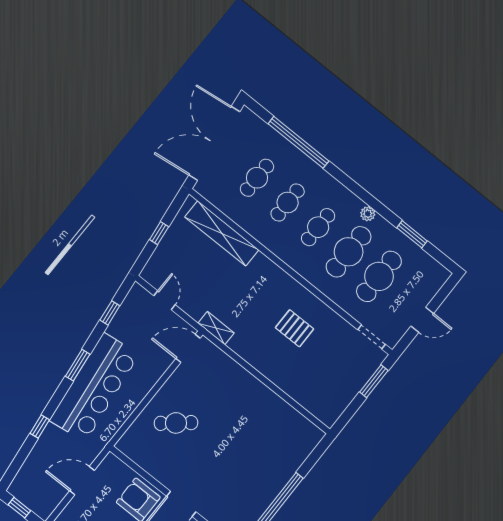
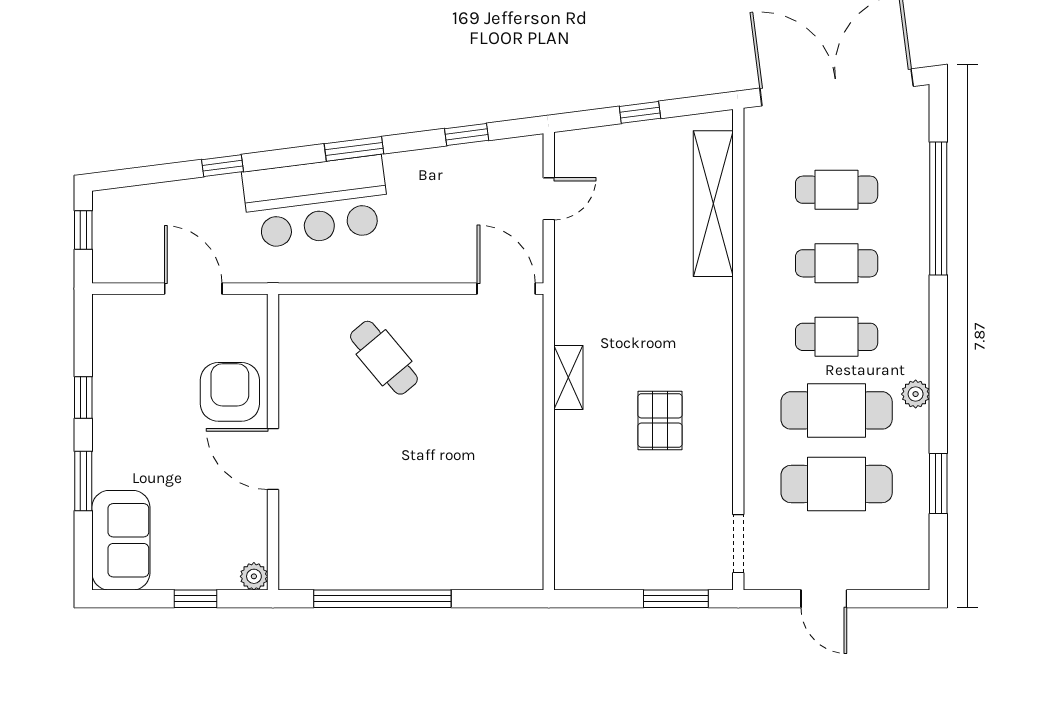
shelving: (216, 328) -> (568, 377), moved
bar counter: (94, 387) -> (316, 202), width x0.73

